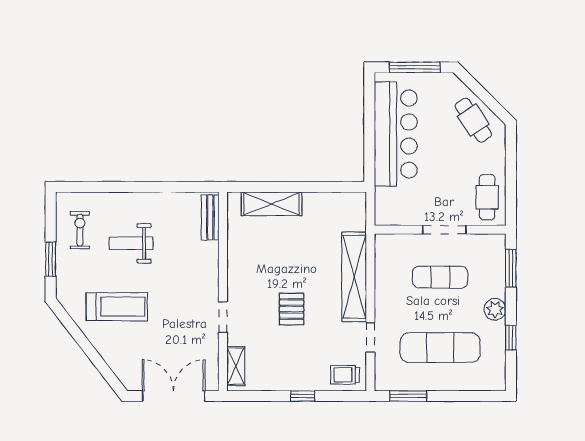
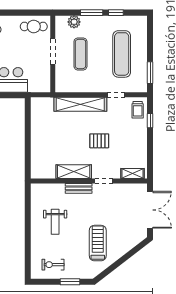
shelving: (271, 204) -> (74, 172), moved, turned 90
bench: (210, 217) -> (79, 188), moved
weight bench: (131, 243) -> (55, 222), moved
window: (511, 268) -> (92, 13), moved
plant: (495, 309) -> (74, 22), moved
double door: (174, 396) -> (150, 210), swing flipped
window: (303, 396) -> (150, 121), moved

